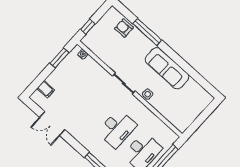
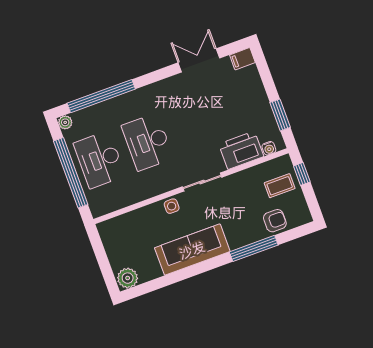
coffee table: (102, 36) -> (280, 186), added
printer: (93, 70) -> (241, 150), added
filing cabinet: (46, 89) -> (242, 59), moved
plant: (204, 98) -> (128, 278), added

